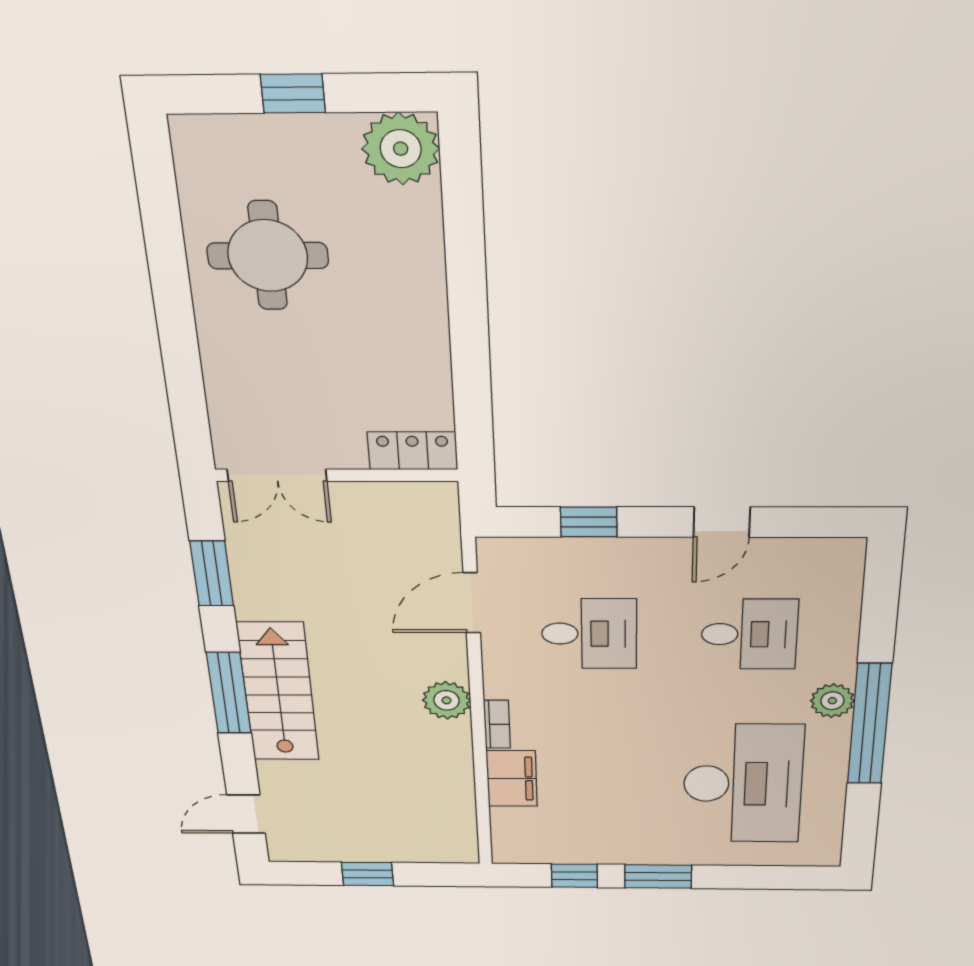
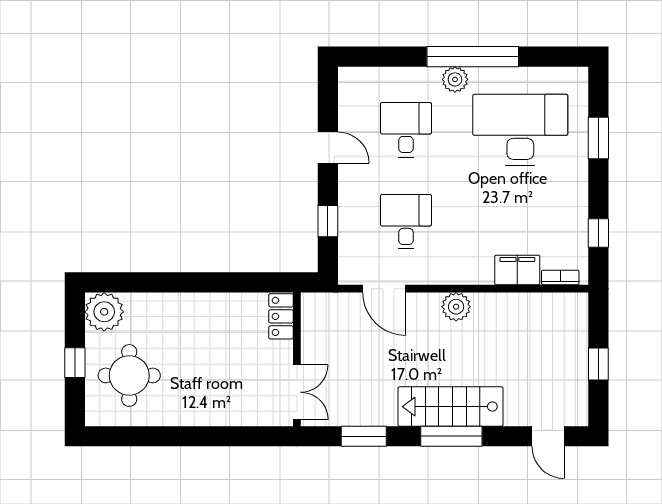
round table: (268, 256) -> (129, 375), moved
bookcase: (497, 724) -> (560, 277), moved
window: (658, 877) -> (598, 138), moved

